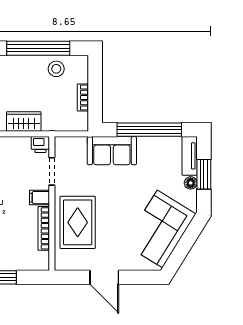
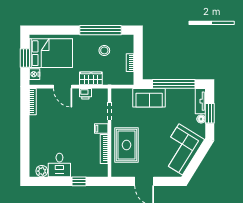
stool: (56, 69) -> (104, 50), moved
printer: (40, 145) -> (85, 94), moved

